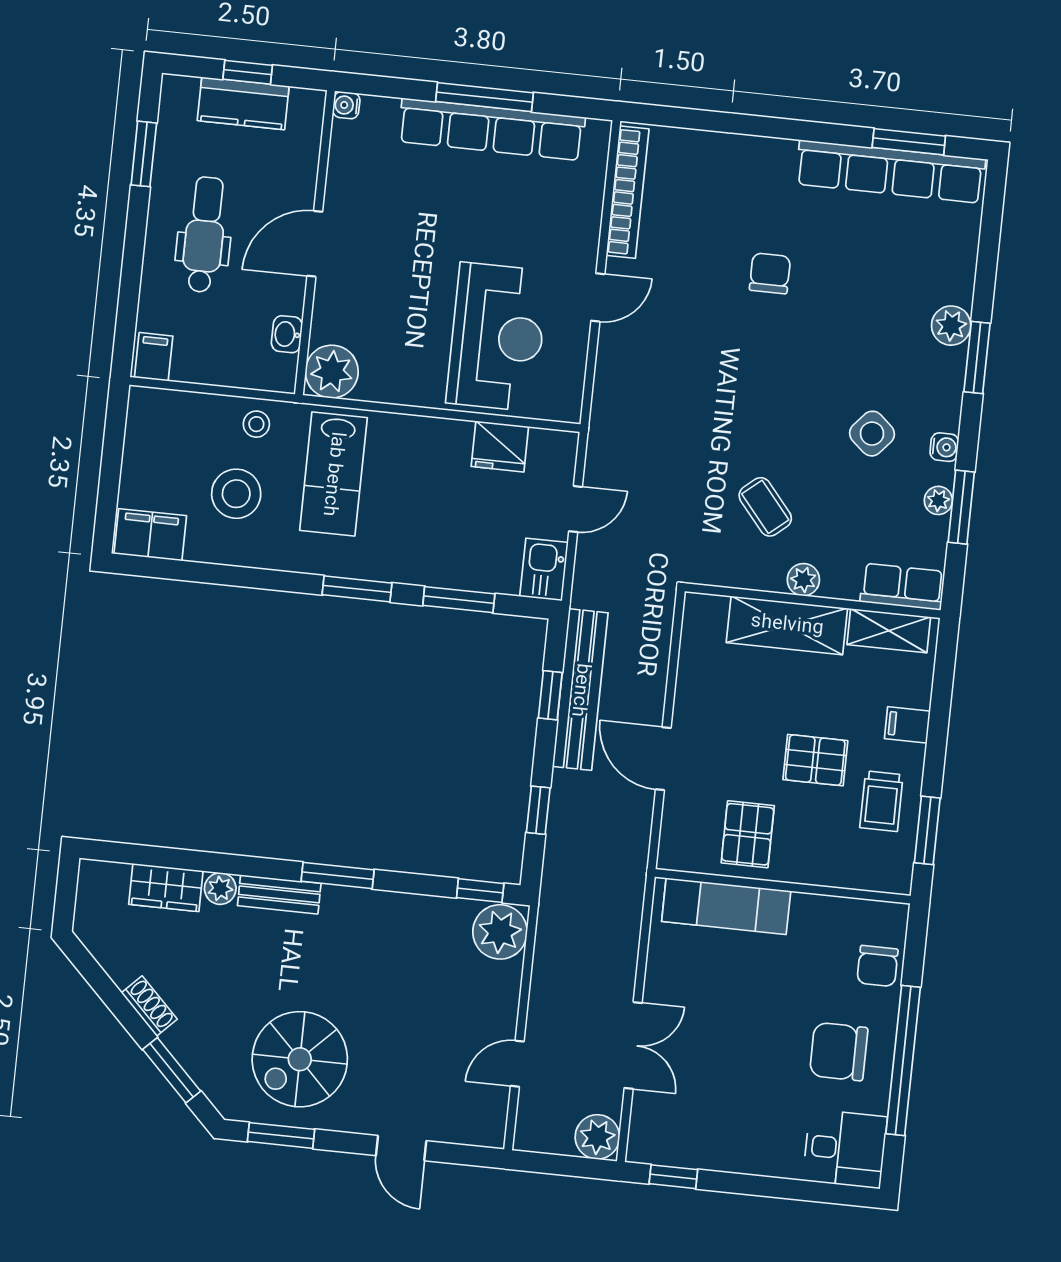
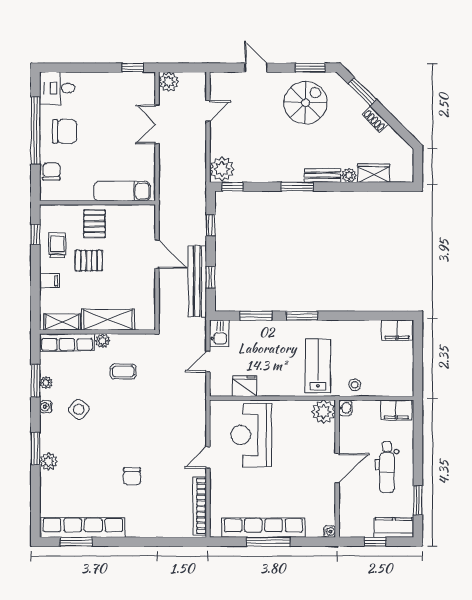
kitchen counter: (243, 103) -> (394, 528), moved
washbasin: (287, 334) -> (345, 408), moved
filing cabinet: (154, 357) -> (396, 410), width x2.00
stool: (236, 494) -> (361, 353), removed
coffee table: (765, 507) -> (123, 372), turned -50
row of seats: (902, 587) -> (67, 342), width x1.48
window: (927, 830) -> (35, 234), width x0.67
pallet: (748, 834) -> (94, 224), moved

